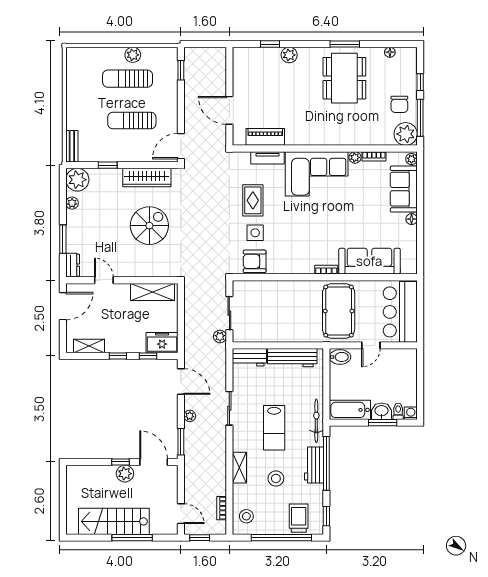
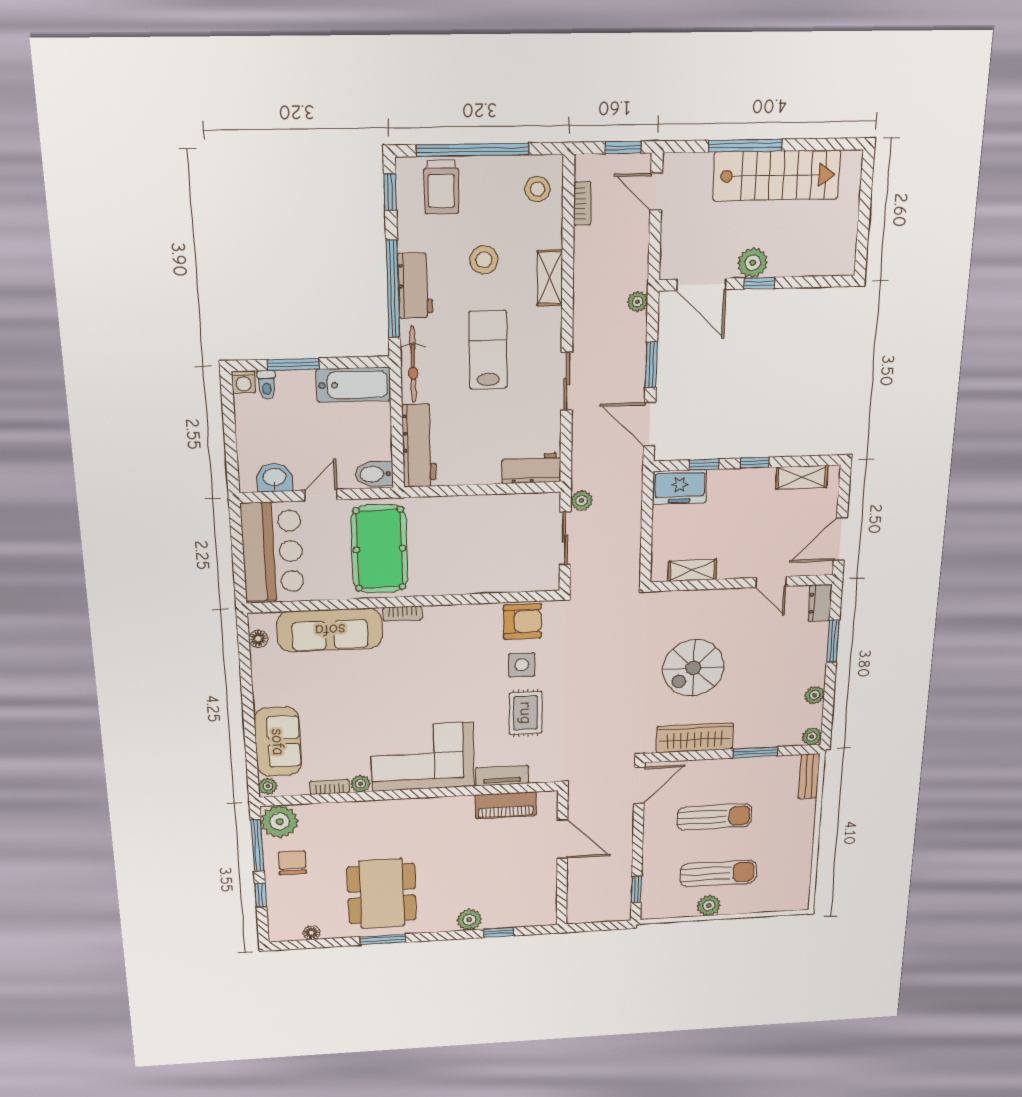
window: (108, 165) -> (755, 752), width x1.50
plant: (77, 180) -> (812, 737), width x0.53, depth x0.53
floor lamp: (412, 219) -> (258, 639), moved
shelving: (153, 292) -> (692, 570), width x0.67, depth x0.75
workbench: (292, 358) -> (419, 446), moved, turned 90
washbasin: (382, 411) -> (274, 478), moved, turned 180
plant: (190, 416) -> (637, 302), moved
window: (181, 442) -> (651, 365), moved

